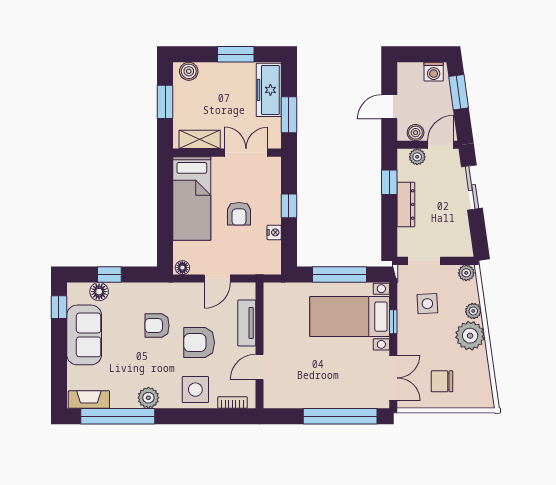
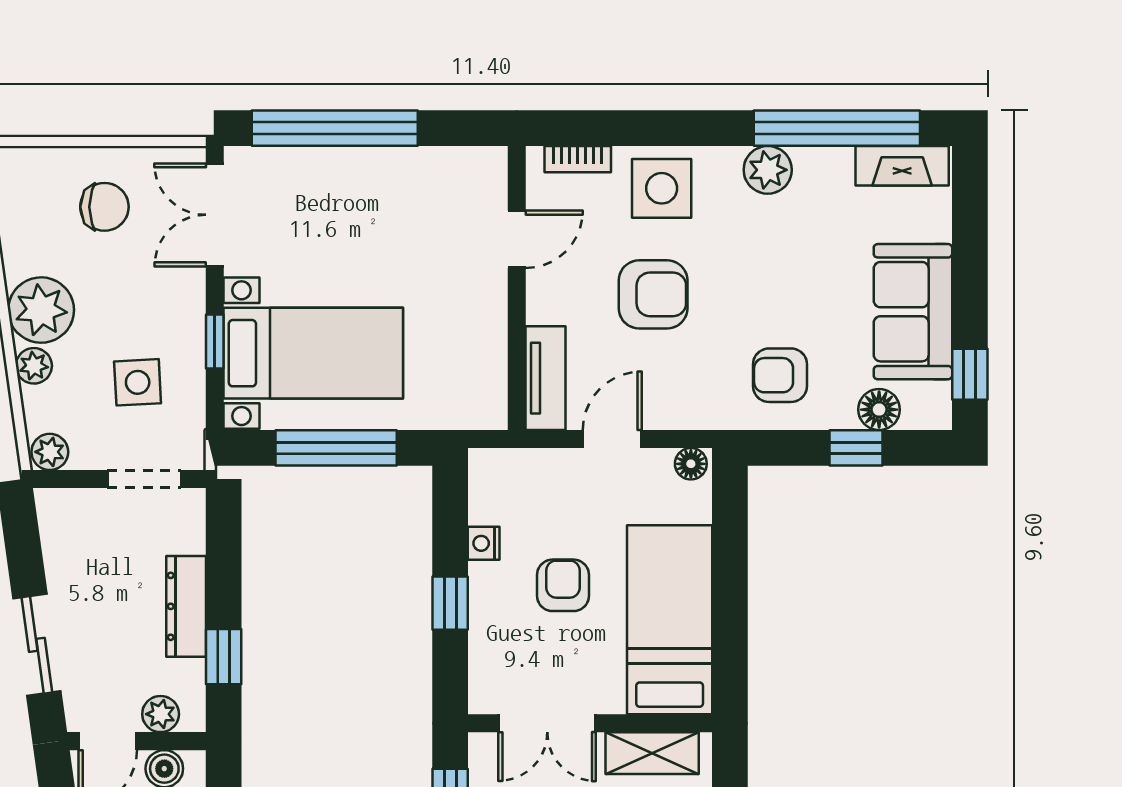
tv unit: (247, 323) -> (546, 378), moved
armchair: (157, 325) -> (780, 375), moved, turned 180

